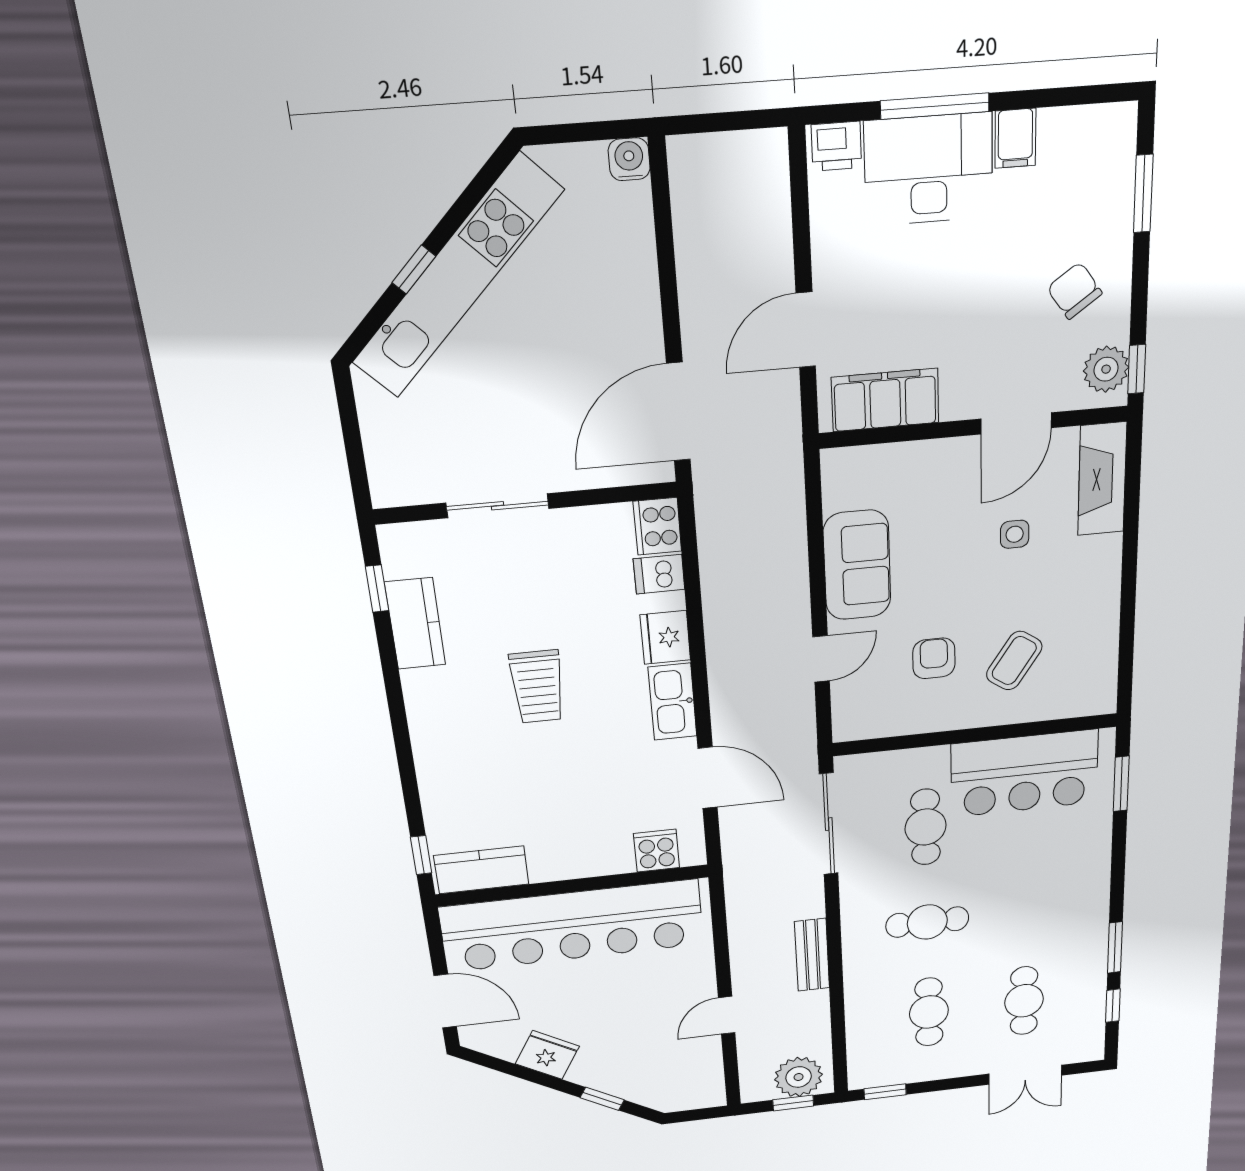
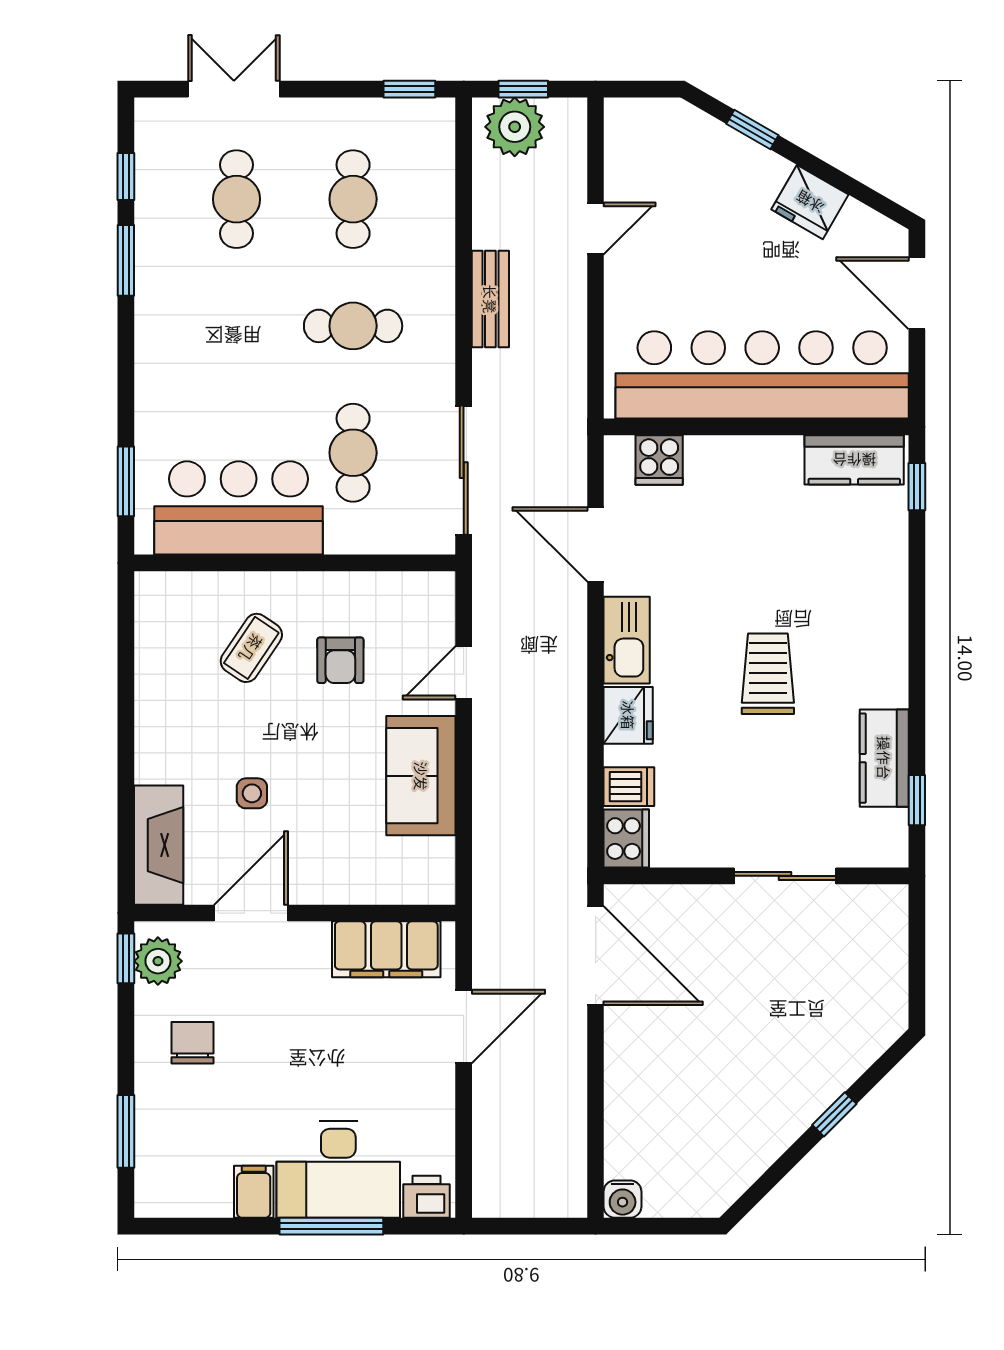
kitchen unit: (457, 277) -> (795, 1104), removed
chair: (1075, 291) -> (193, 1043), turned -145
door: (678, 412) -> (596, 956), hinge flipped

